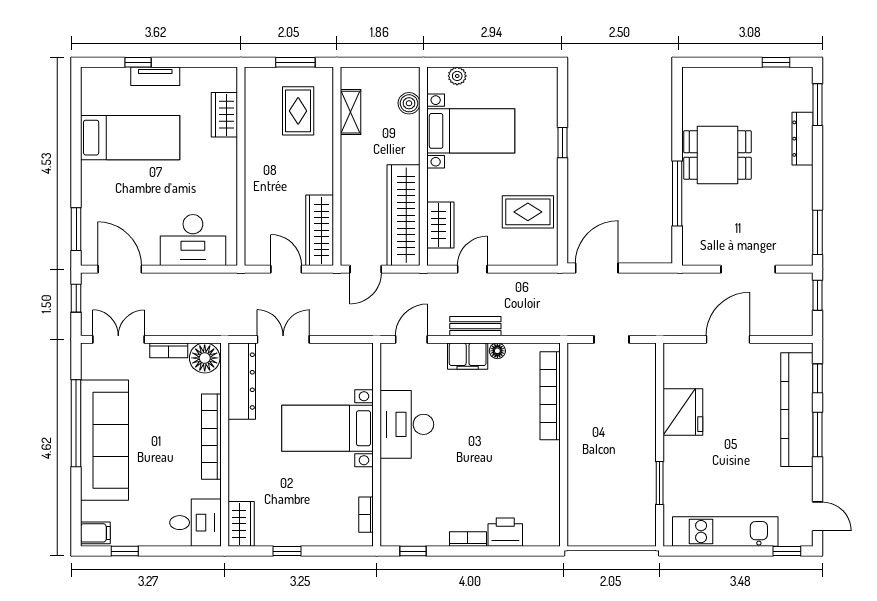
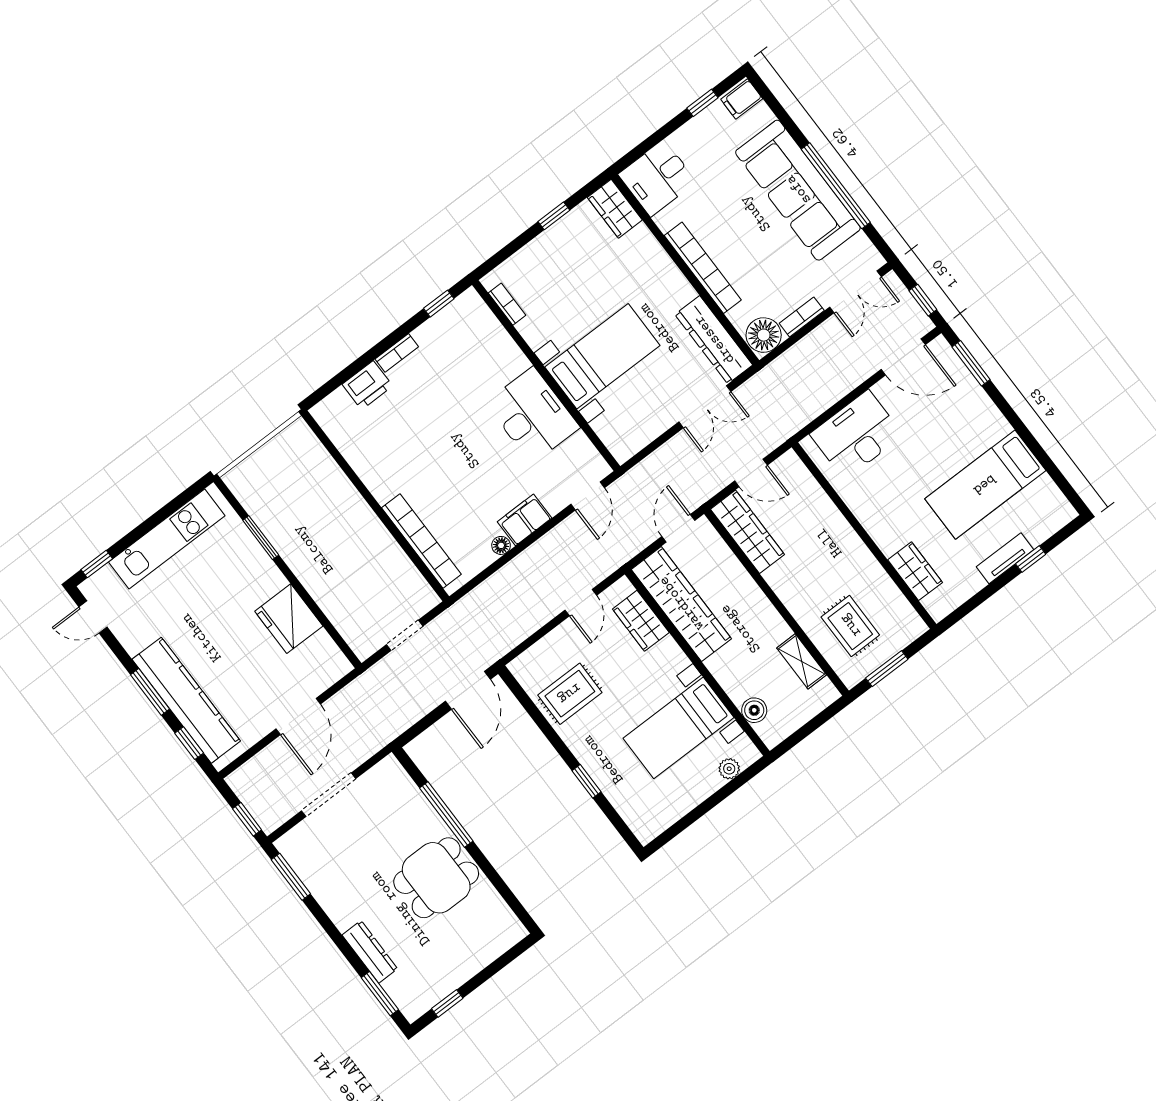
bench: (475, 326) -> (538, 553), removed

